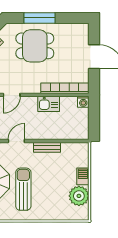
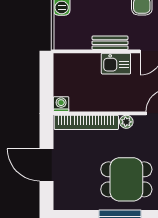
plant: (35, 89) -> (126, 122), added
kitchen sink: (49, 104) -> (116, 64), moved, turned 180

